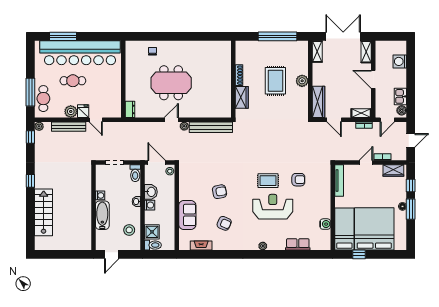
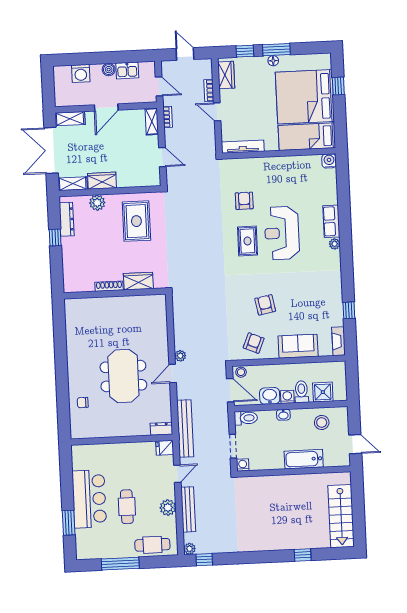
window: (63, 36) -> (69, 523), width x0.69
window: (278, 36) -> (55, 237), width x0.32
dresser: (291, 46) -> (67, 219), added
bar counter: (80, 53) -> (89, 499), width x0.54
rug: (275, 81) -> (136, 221), moved, turned 90
plant: (302, 81) -> (97, 203), moved
window: (30, 92) -> (120, 564), moved
wardrobe: (318, 102) -> (102, 181), moved, width x0.67
boiler: (402, 110) -> (109, 70), moved
fridge: (83, 111) -> (165, 448), moved
door: (171, 120) -> (173, 373), hinge flipped
door: (334, 120) -> (162, 157), hinge flipped
bench: (211, 127) -> (185, 428), moved
door: (157, 162) -> (230, 390), swing flipped
window: (30, 181) -> (303, 555), moved
washing machine: (100, 195) -> (243, 465), moved
stairs: (44, 212) -> (341, 516), moved, turned -90
armchair: (224, 223) -> (254, 343), moved
water cooler: (325, 224) -> (329, 161), moved
row of seats: (298, 244) -> (331, 221), moved
toilet: (153, 245) -> (301, 392), moved
fireplace: (201, 245) -> (339, 341), moved
window: (212, 254) -> (349, 310), added
window: (359, 254) -> (338, 86), moved

